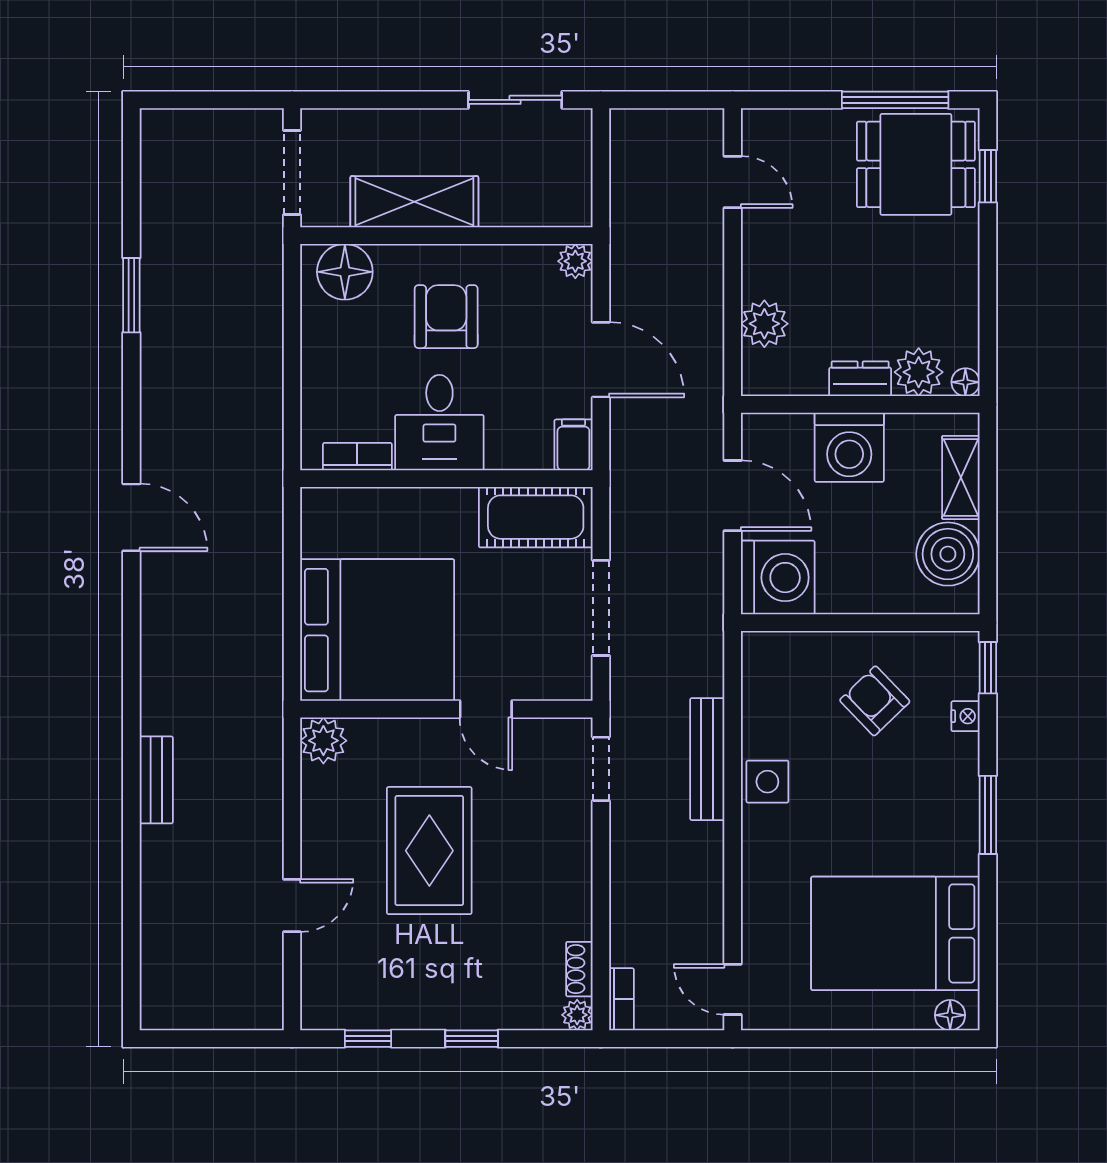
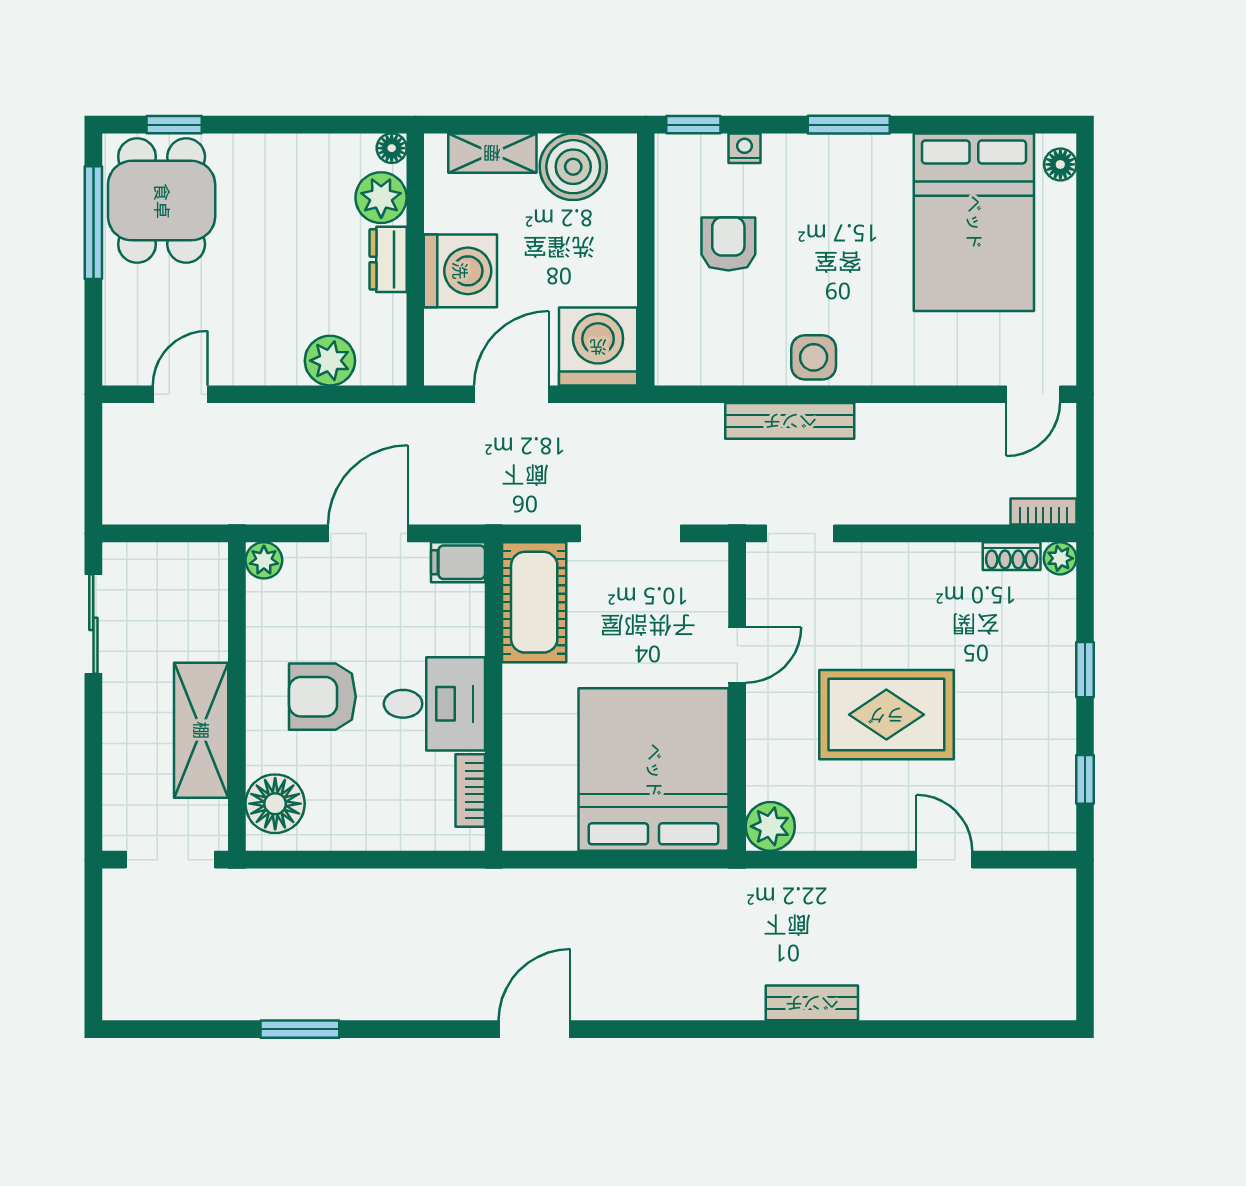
armchair: (875, 701) -> (728, 244), turned 134

